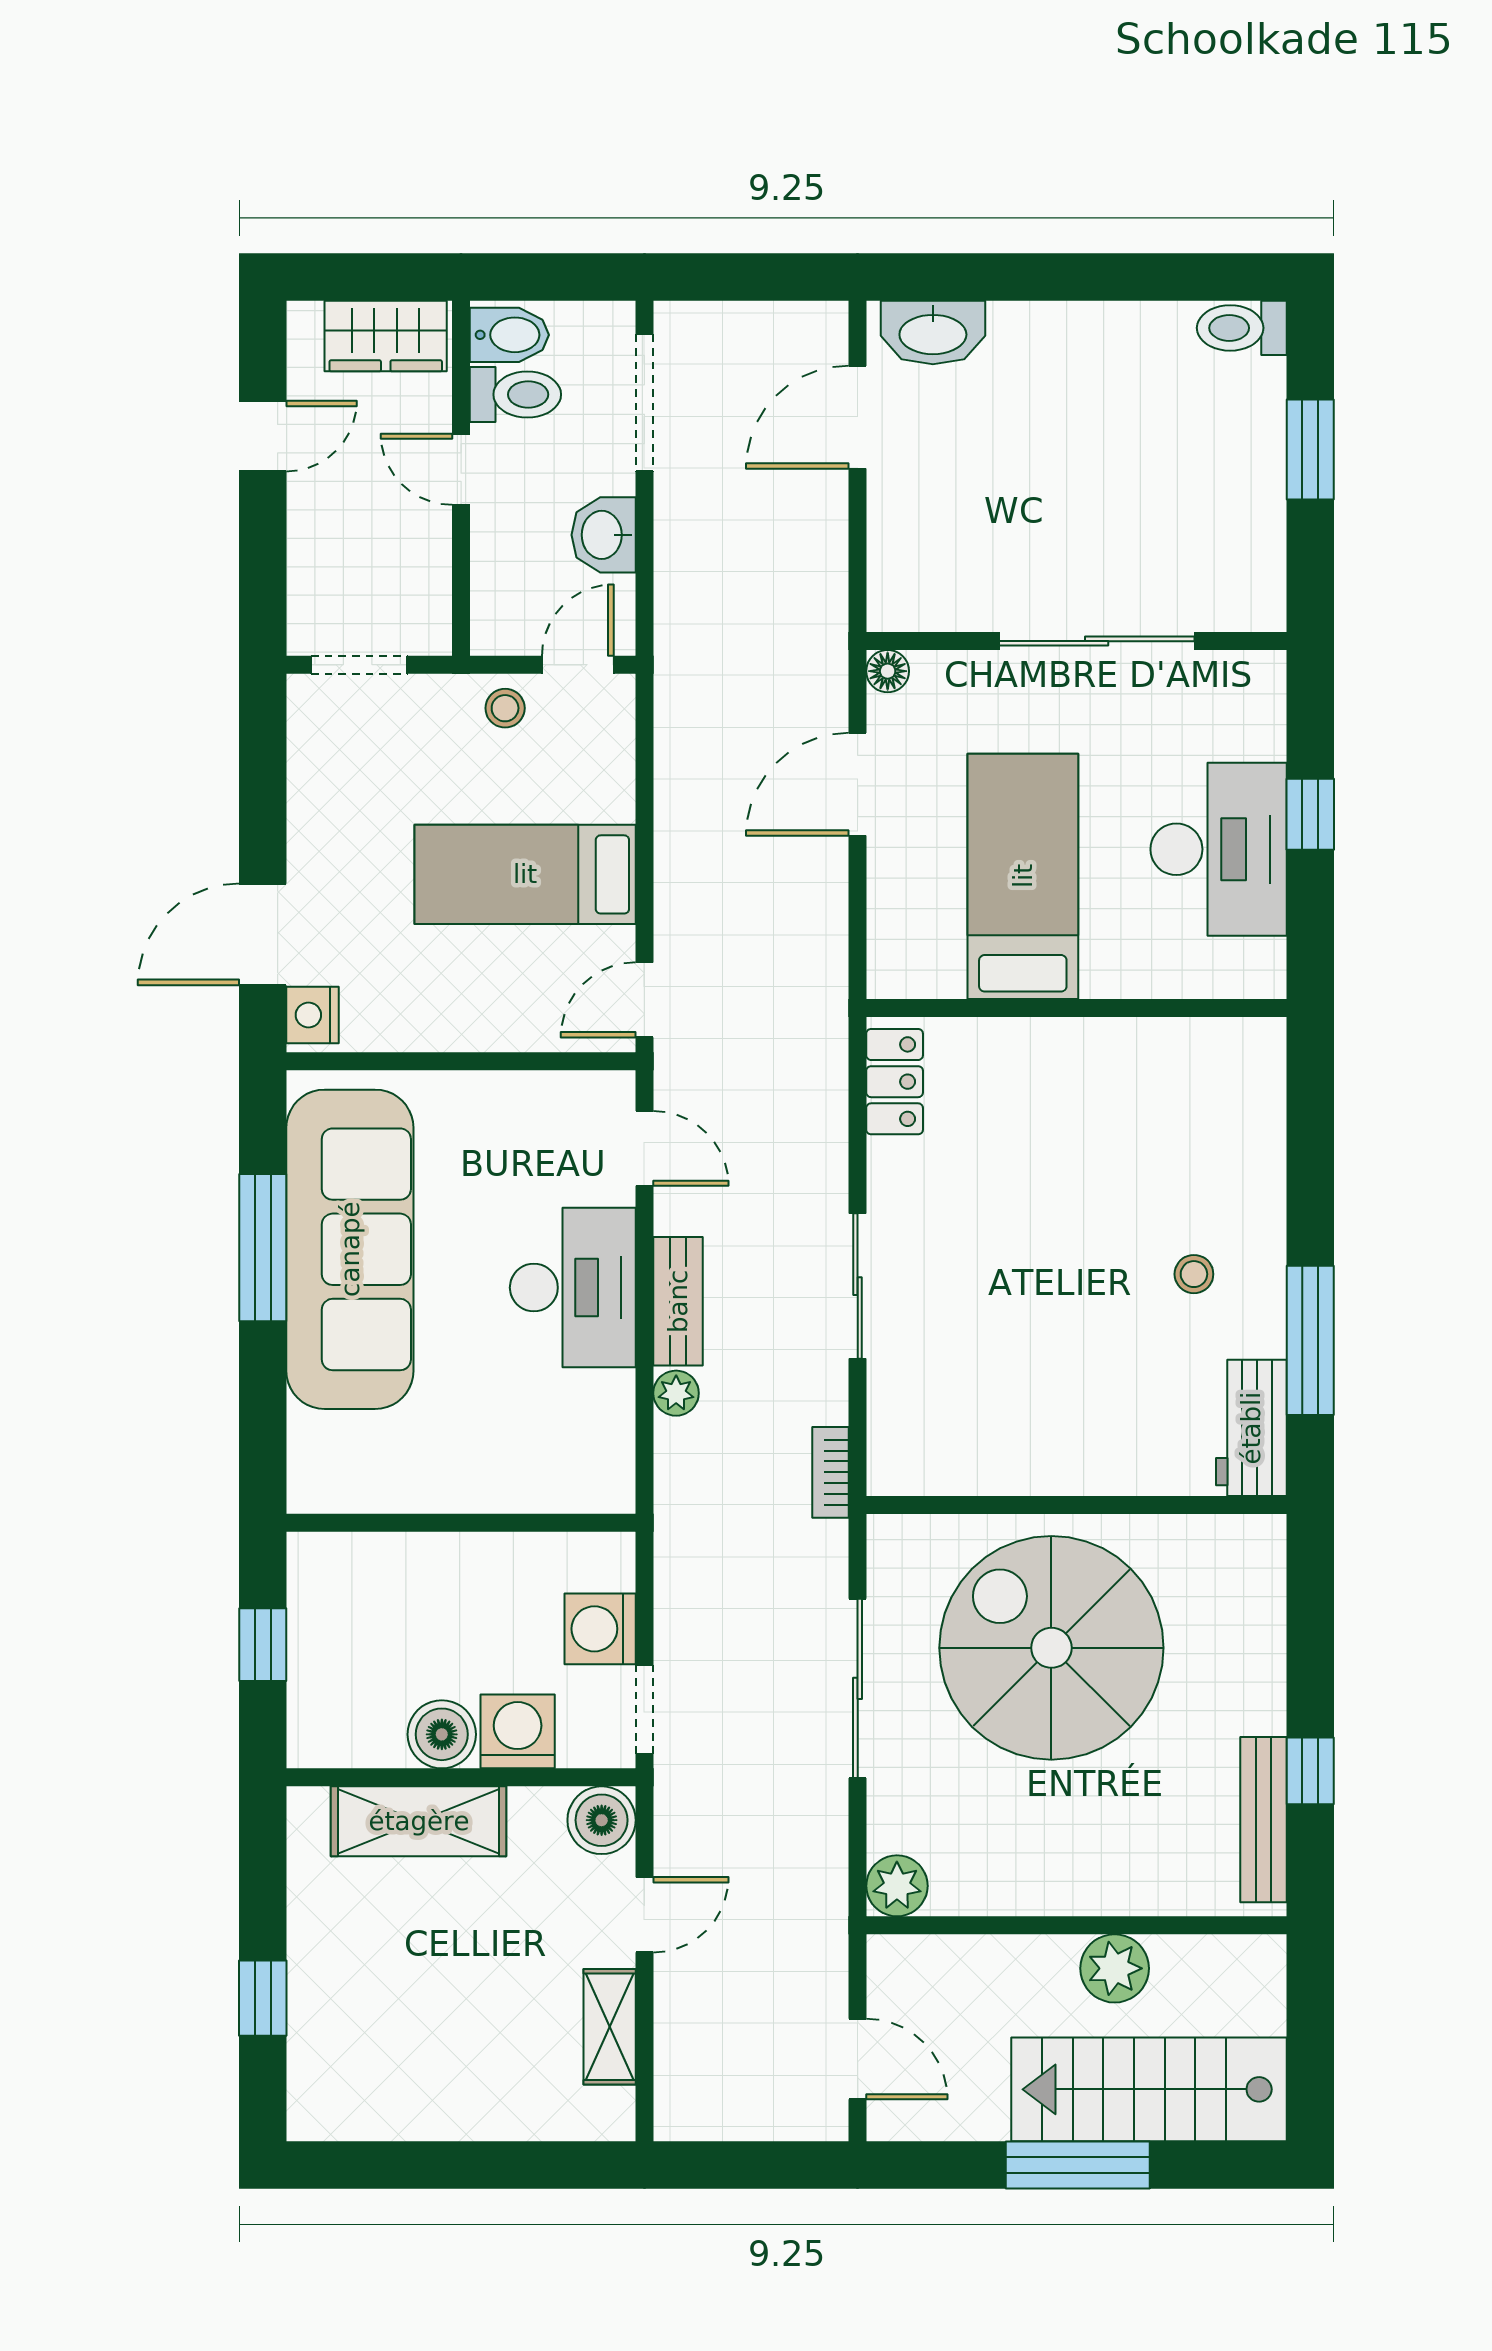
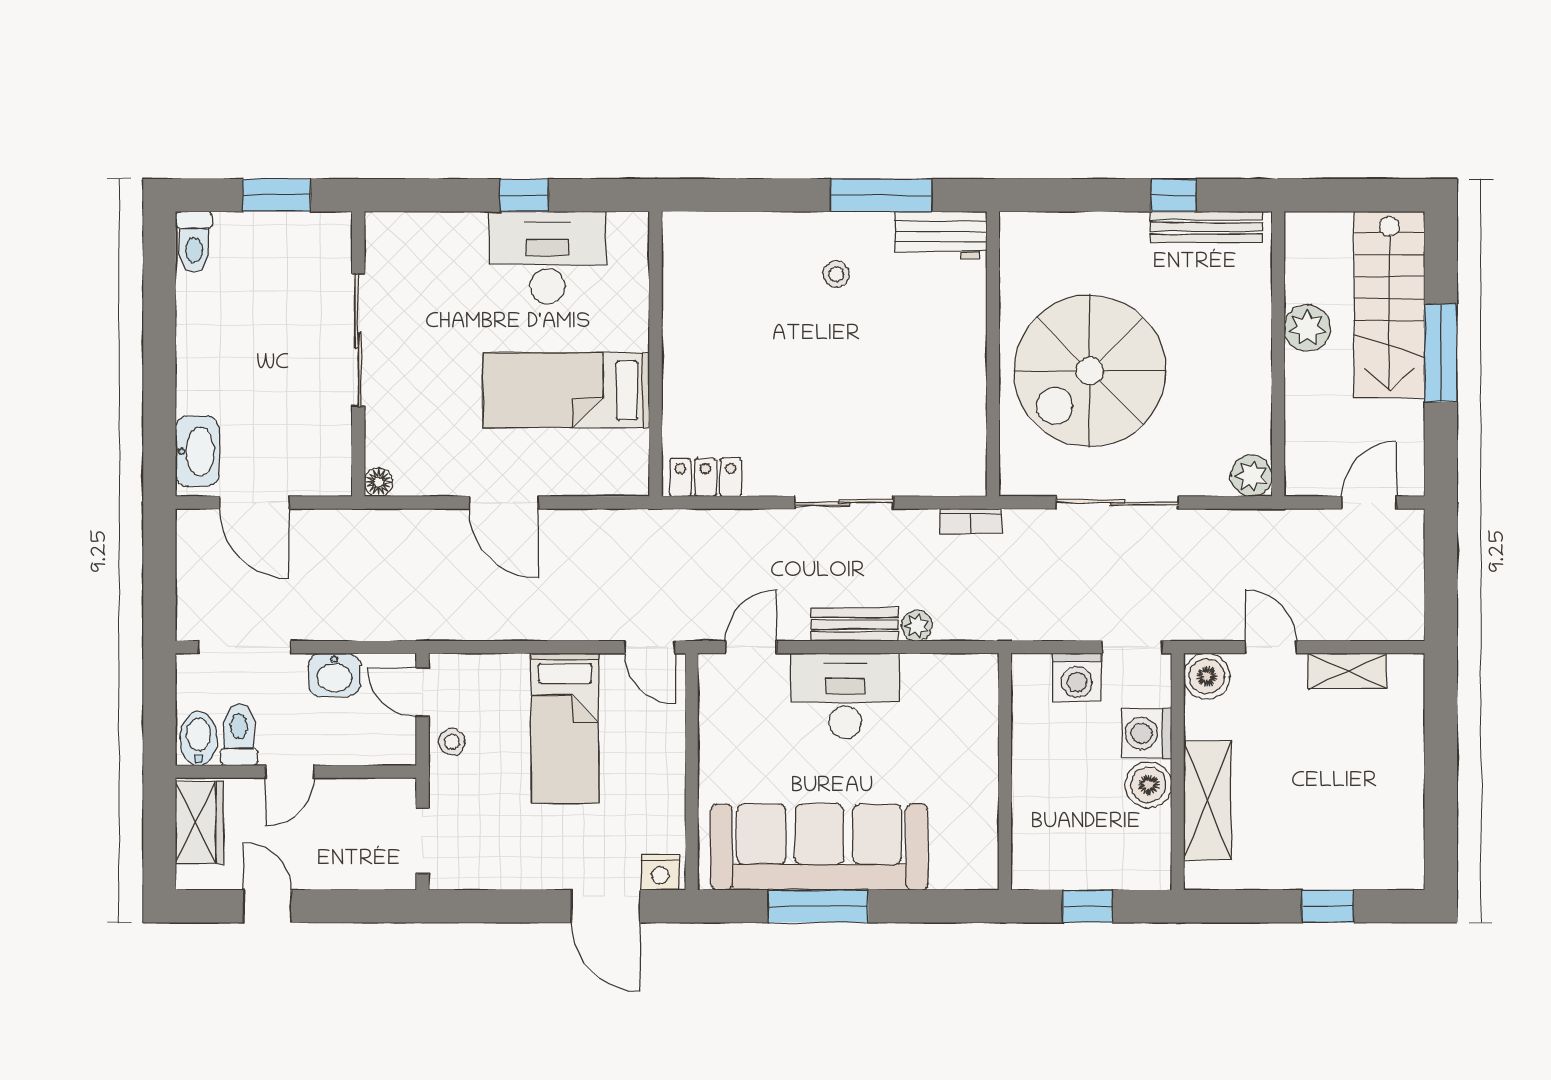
wall: (1076, 641) -> (358, 354), moved
sliding door: (1097, 641) -> (358, 340), moved
floor lamp: (888, 671) -> (379, 482), moved

